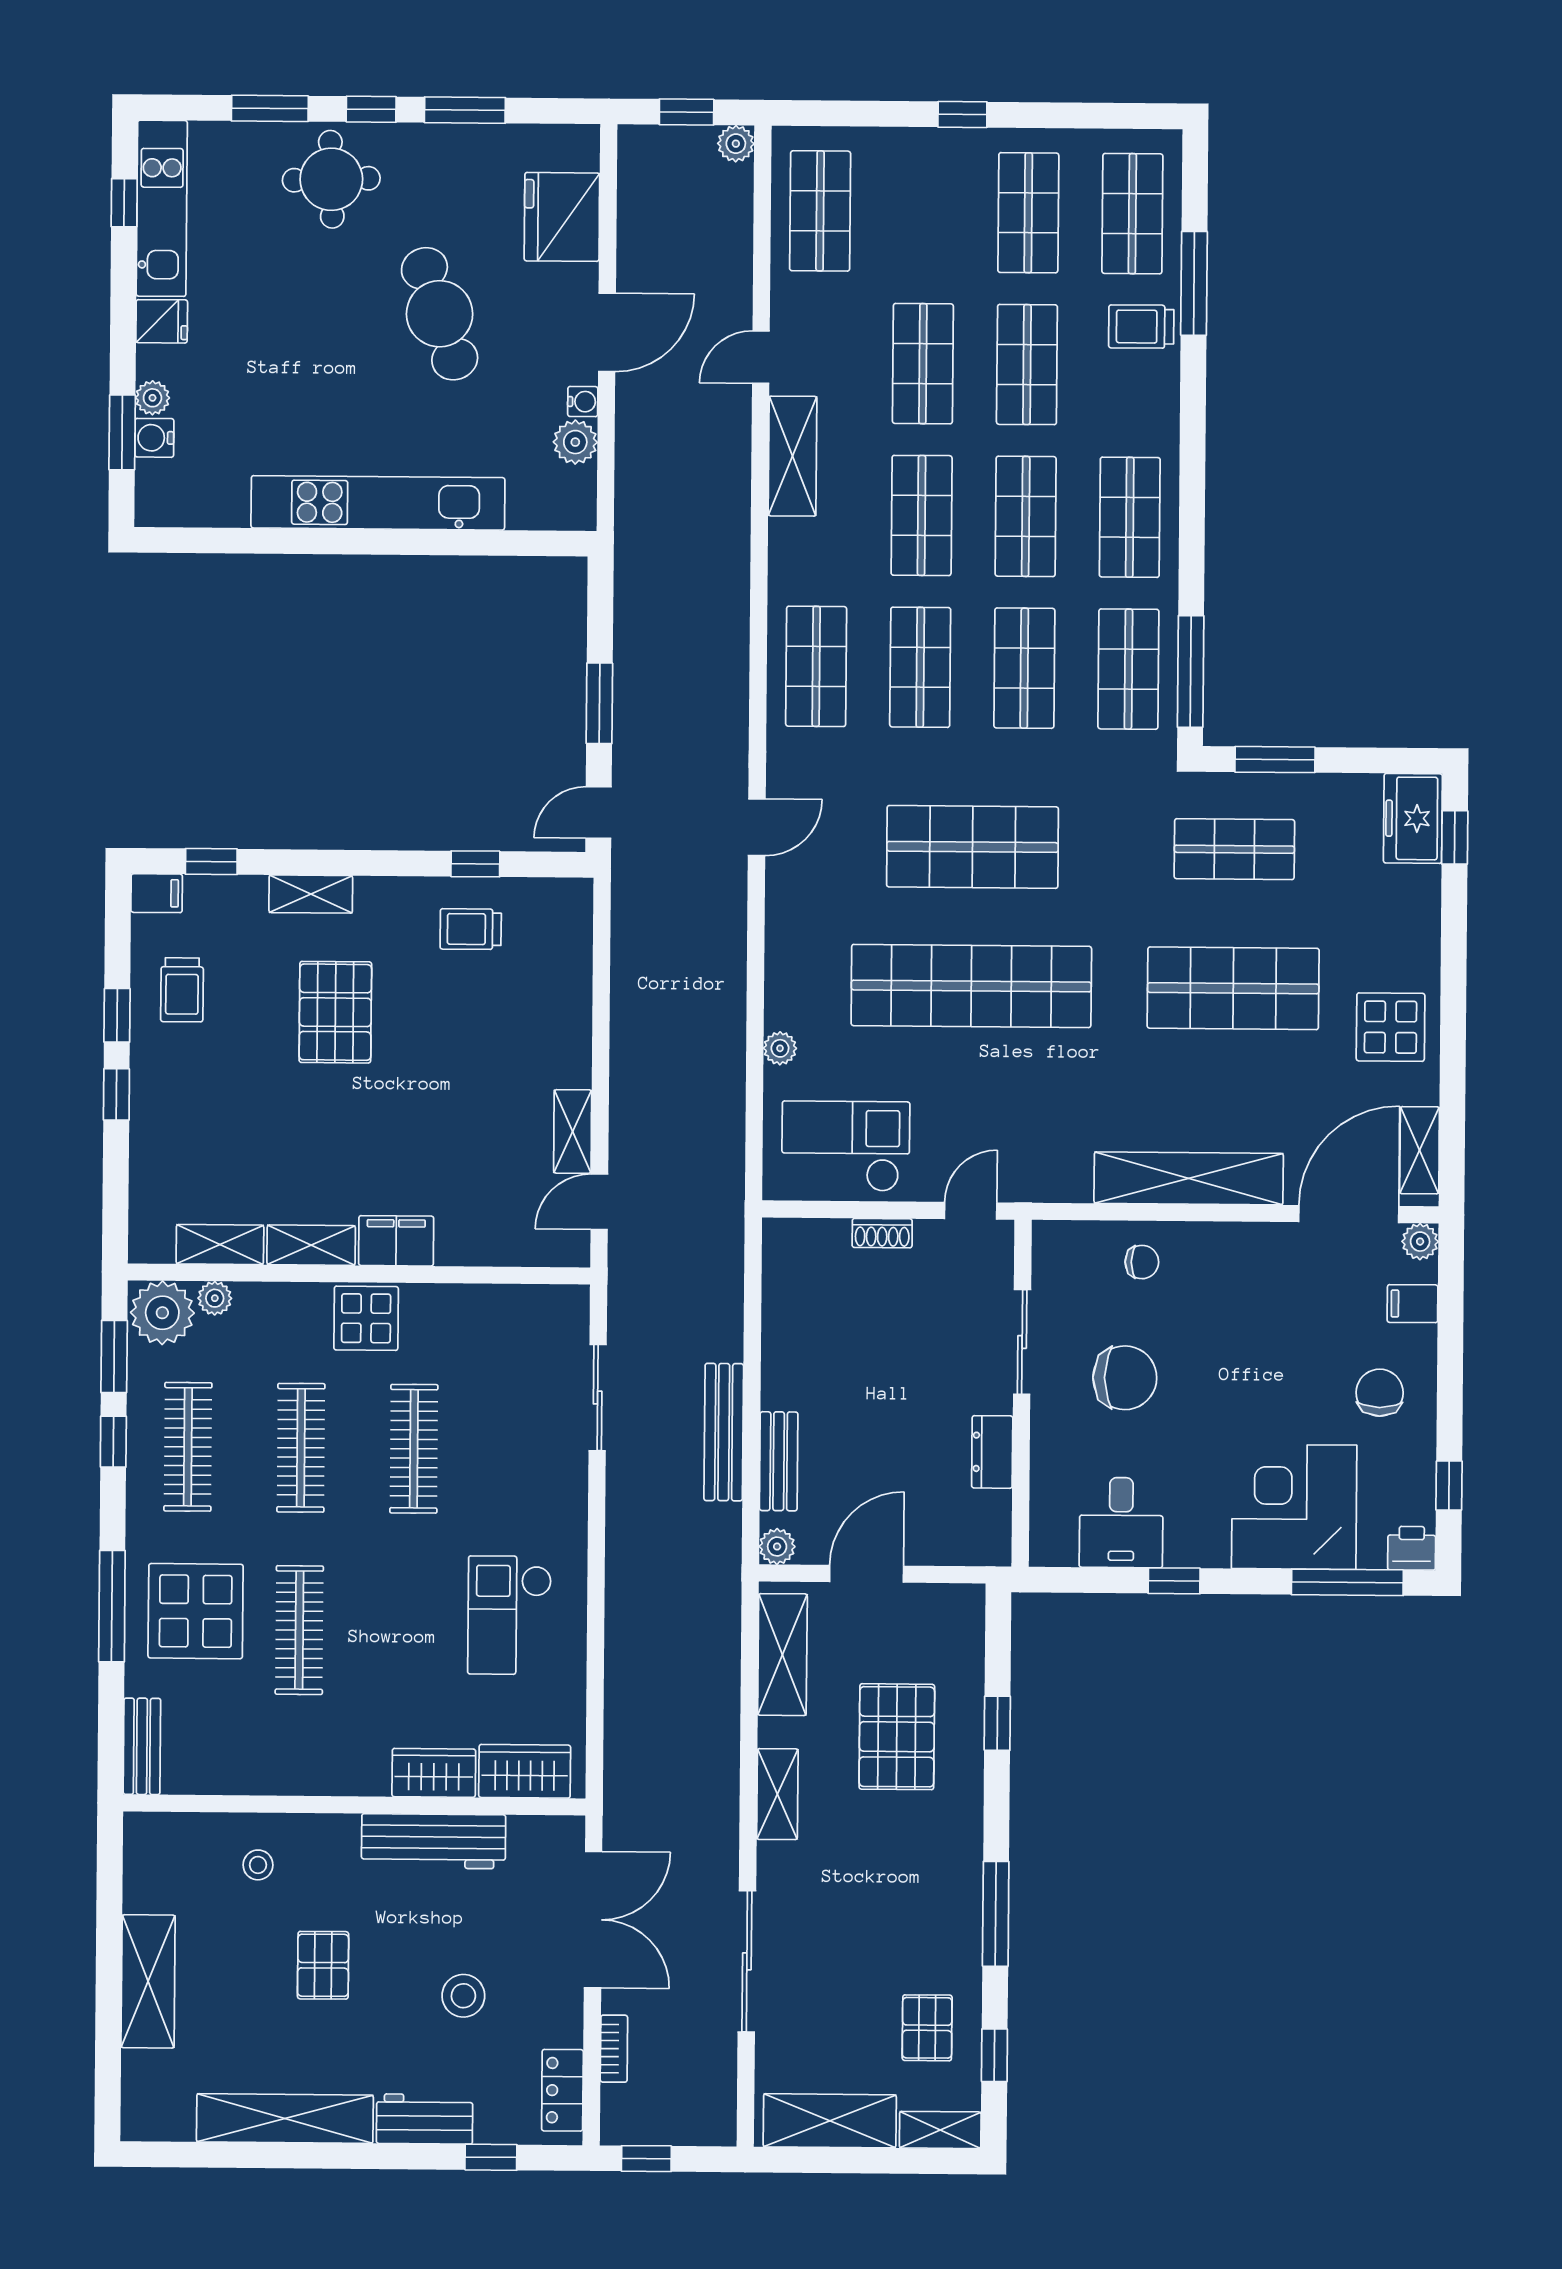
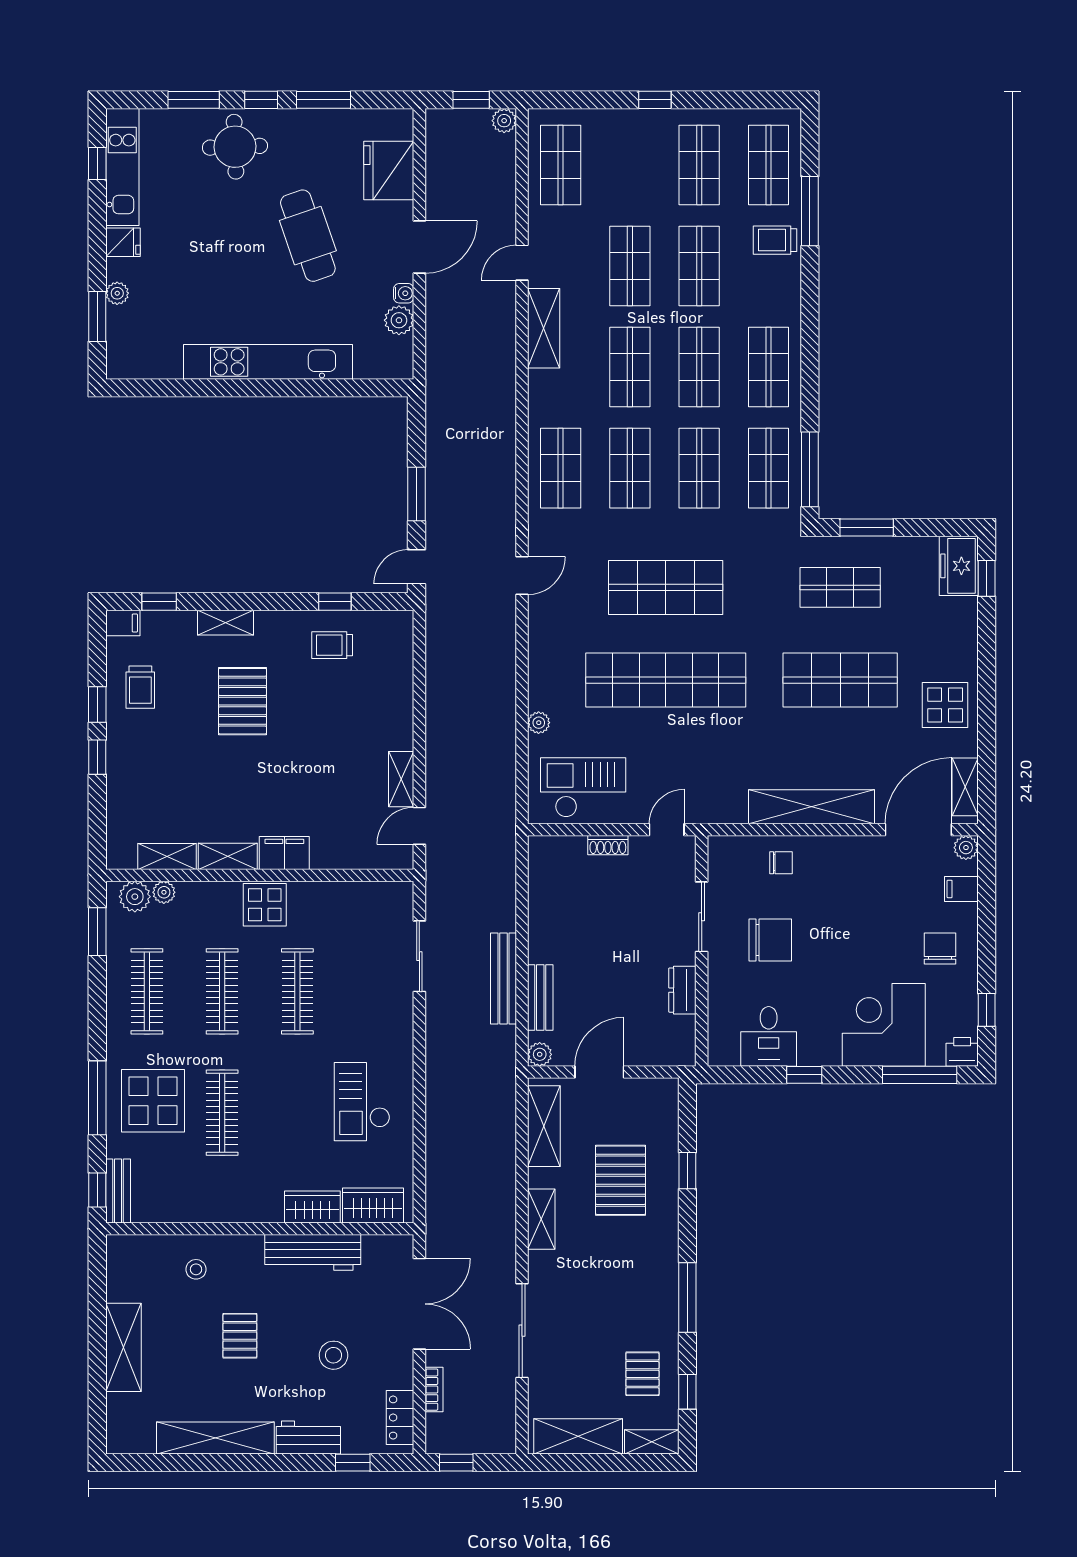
water cooler: (154, 438) -> (119, 320), removed
plant: (162, 1313) -> (135, 897), width x0.73, depth x0.73
window: (113, 1442) -> (97, 1190), moved

